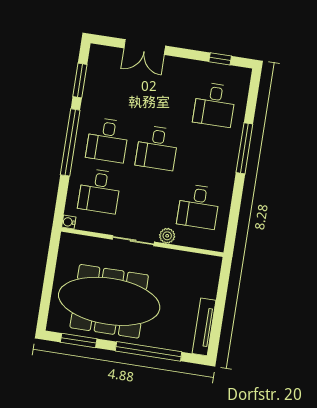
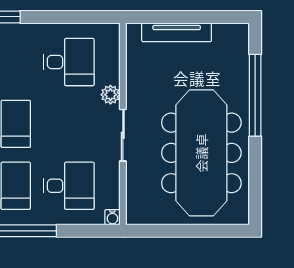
tv unit: (204, 327) -> (177, 32), moved
window: (79, 341) -> (255, 183), removed

